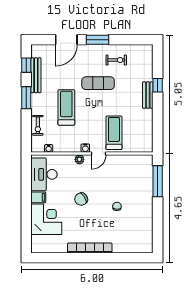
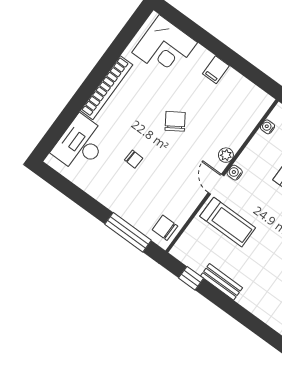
window: (158, 85) -> (191, 278), moved
bench: (148, 95) -> (222, 282), moved
chair: (141, 164) -> (165, 228), added
desk: (44, 174) -> (80, 144), moved, turned -90
corner desk: (46, 219) -> (165, 47), moved

